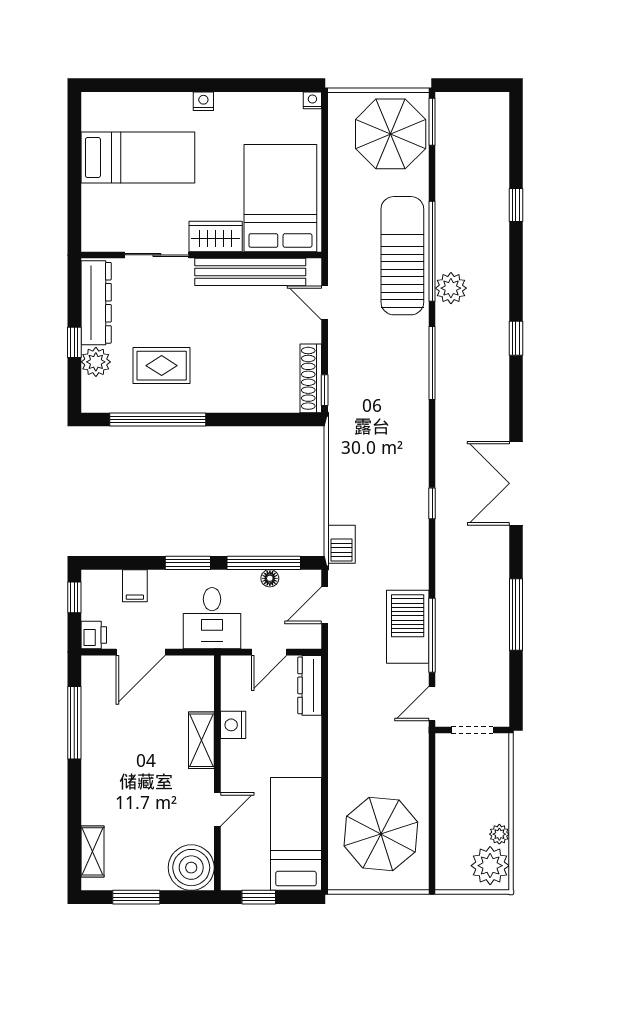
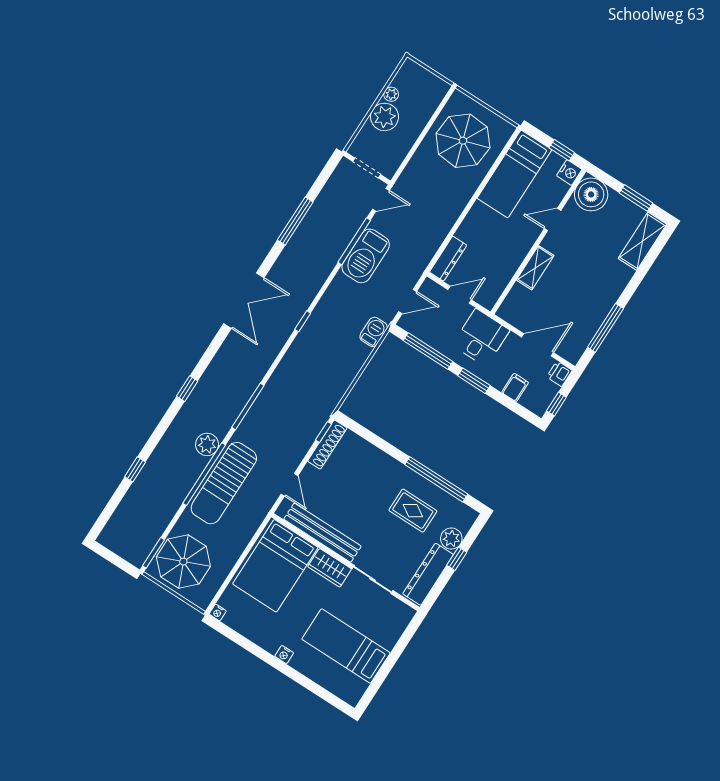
floor lamp: (270, 578) -> (430, 339), removed
nightstand: (233, 725) -> (569, 173), moved
shelving: (92, 851) -> (642, 241), width x1.50, depth x1.33
plant: (490, 866) -> (385, 117), moved

